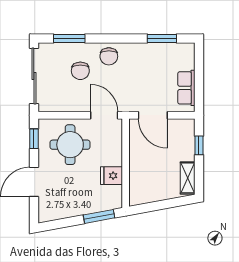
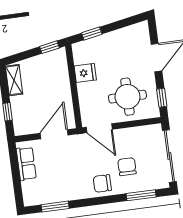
chair: (109, 56) -> (102, 184), turned -90
door: (153, 115) -> (54, 134), hinge flipped
window: (146, 208) -> (49, 47), added
window: (99, 216) -> (92, 33), width x0.67

